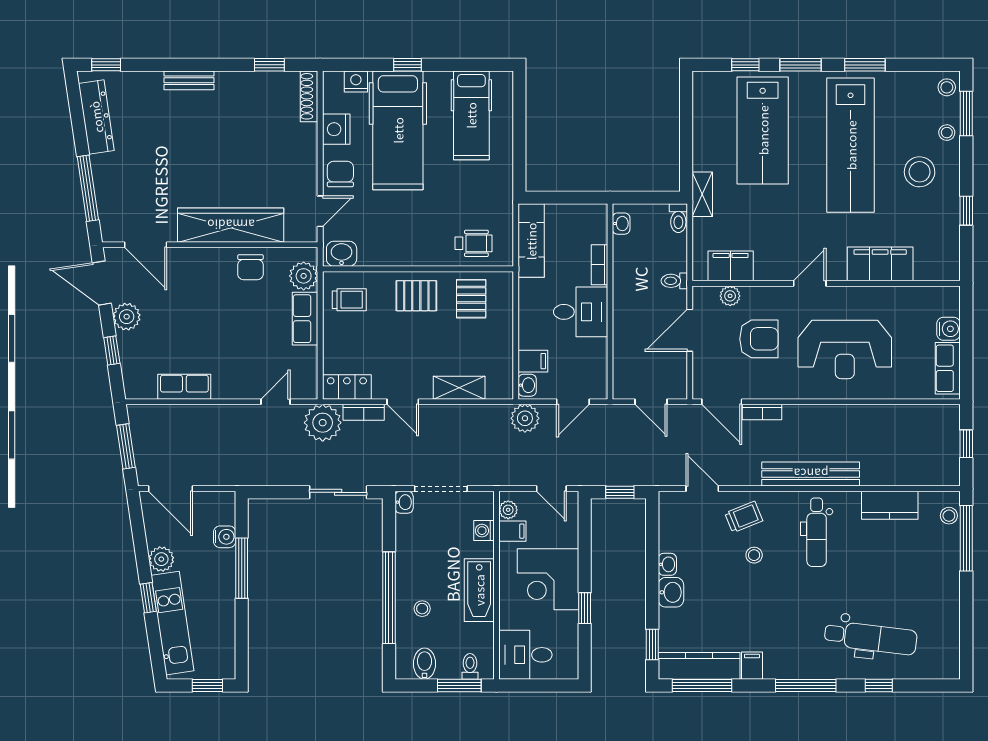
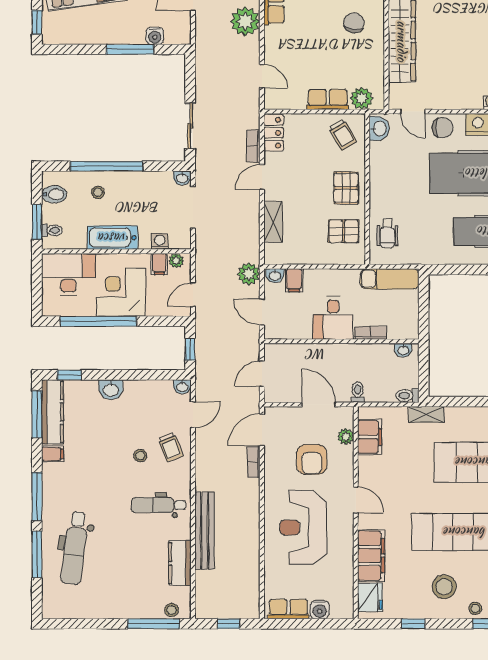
fridge: (933, 265) -> (370, 597), added
chair: (250, 267) -> (354, 23), moved, turned 96
trolley: (349, 300) -> (343, 135), turned -30
plant: (323, 423) -> (245, 21), moved
bench: (811, 474) -> (204, 531), moved
washbasin: (667, 564) -> (182, 387), moved
window: (585, 608) -> (98, 321), width x3.17
desk: (525, 655) -> (68, 274), width x1.37
window: (879, 685) -> (37, 554), width x2.17

